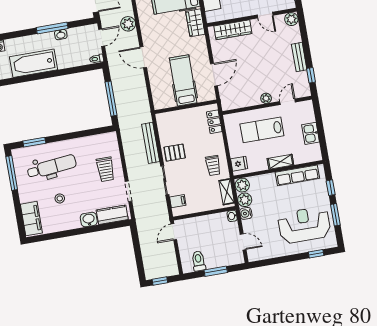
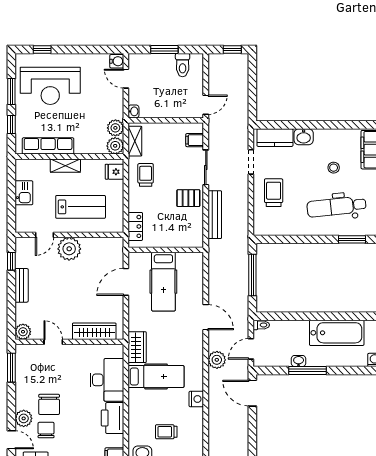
plant: (266, 98) -> (69, 249), width x1.88, depth x1.88
water cooler: (246, 213) -> (117, 61), moved

